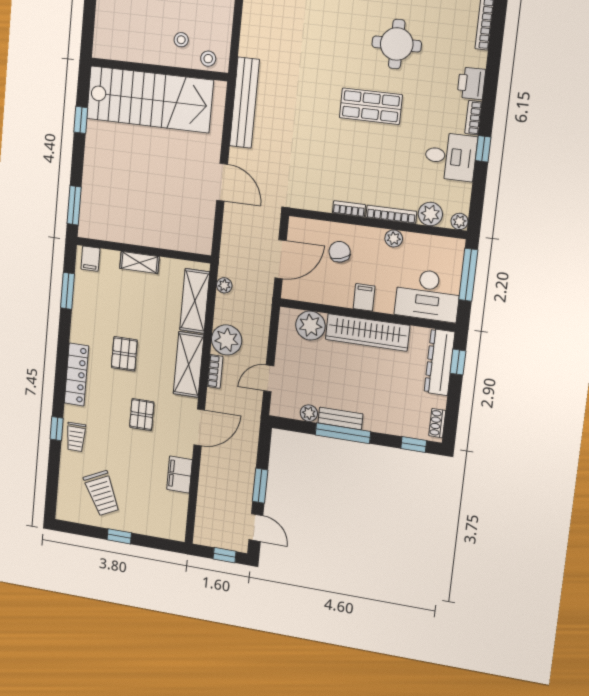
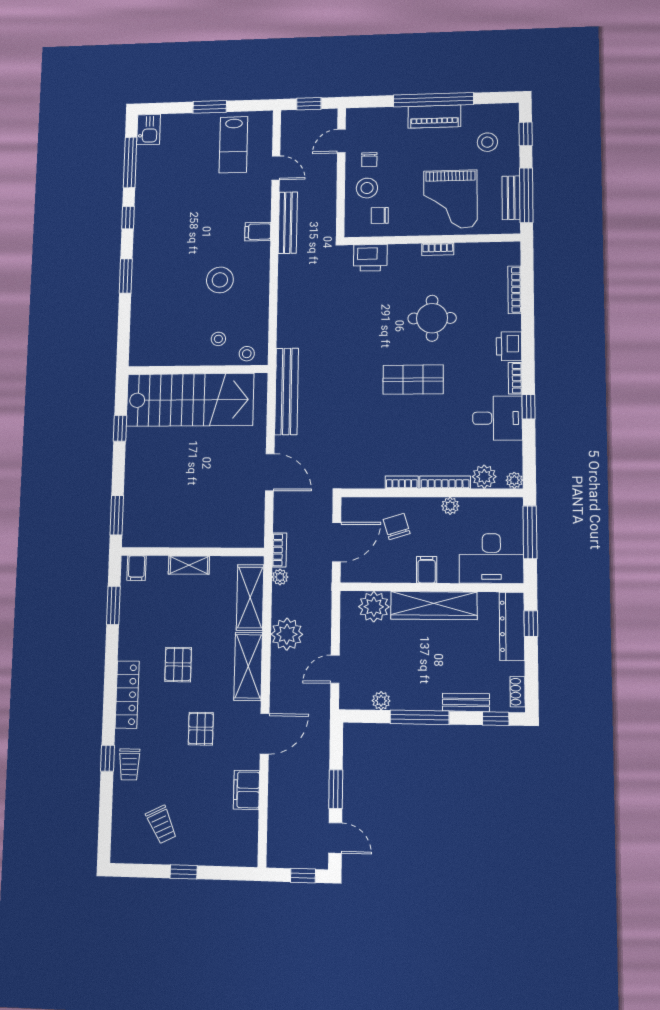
bookcase: (215, 371) -> (279, 550), moved
bench: (340, 418) -> (466, 702), moved
trolley: (102, 493) -> (161, 825), width x0.73, depth x0.72

